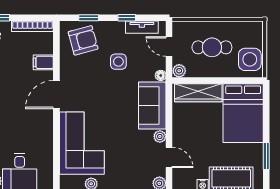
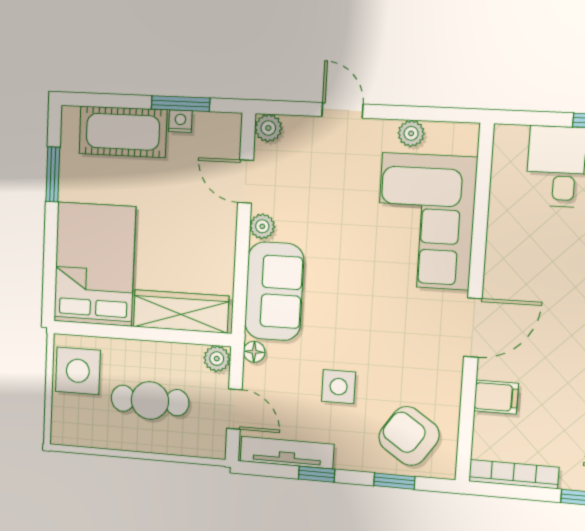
tv unit: (142, 27) -> (287, 453), width x1.41
armchair: (83, 40) -> (409, 436), turned 49

